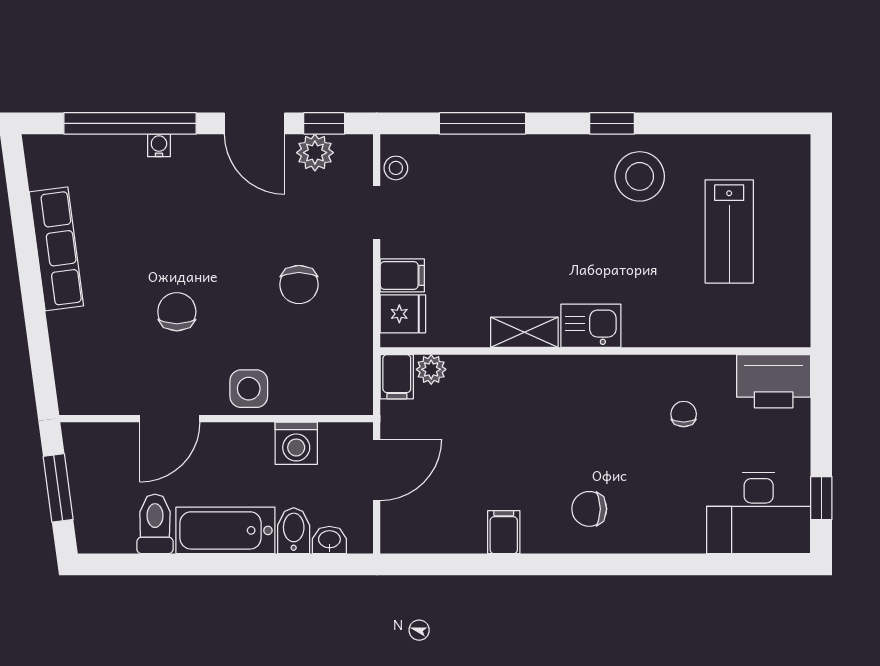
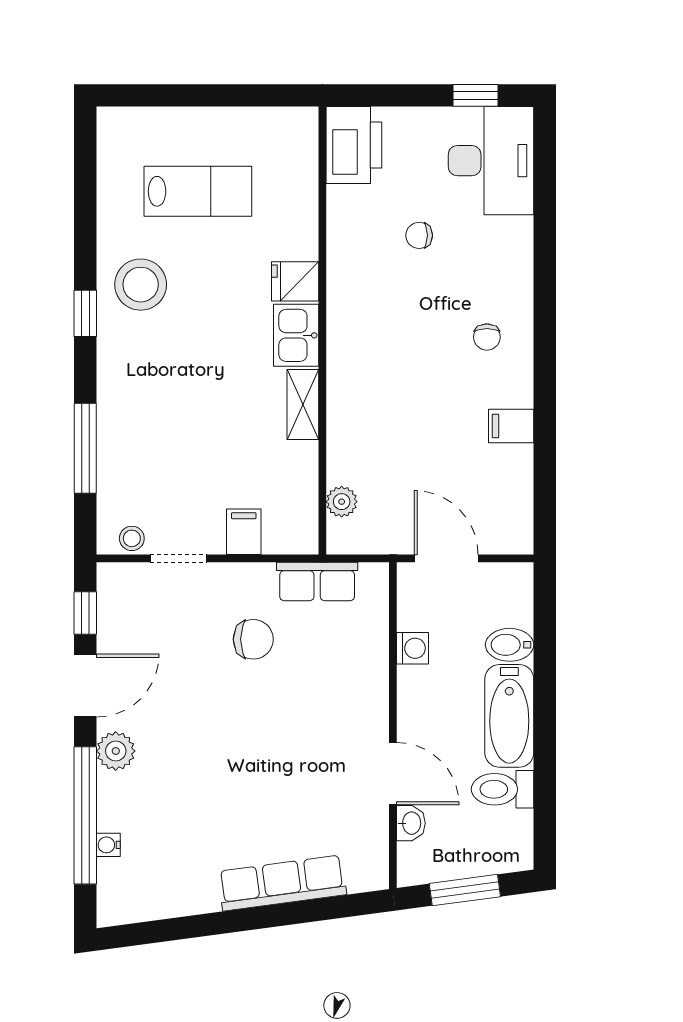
water cooler: (159, 145) -> (108, 845), moved
plant: (315, 153) -> (116, 751), moved
row of seats: (56, 249) -> (282, 883), moved
chair: (177, 312) -> (281, 766), removed
fridge: (403, 314) -> (295, 281), moved, turned -90
row of seats: (355, 346) -> (317, 581), added
filing cabinet: (397, 377) -> (349, 537), removed
side table: (249, 389) -> (362, 692), removed
chair: (684, 414) -> (419, 235), moved
washing machine: (296, 443) -> (412, 648), width x0.73, depth x0.73
chair: (589, 509) -> (487, 337), width x0.73, depth x0.73
washbasin: (329, 540) -> (411, 823), moved, turned 180

